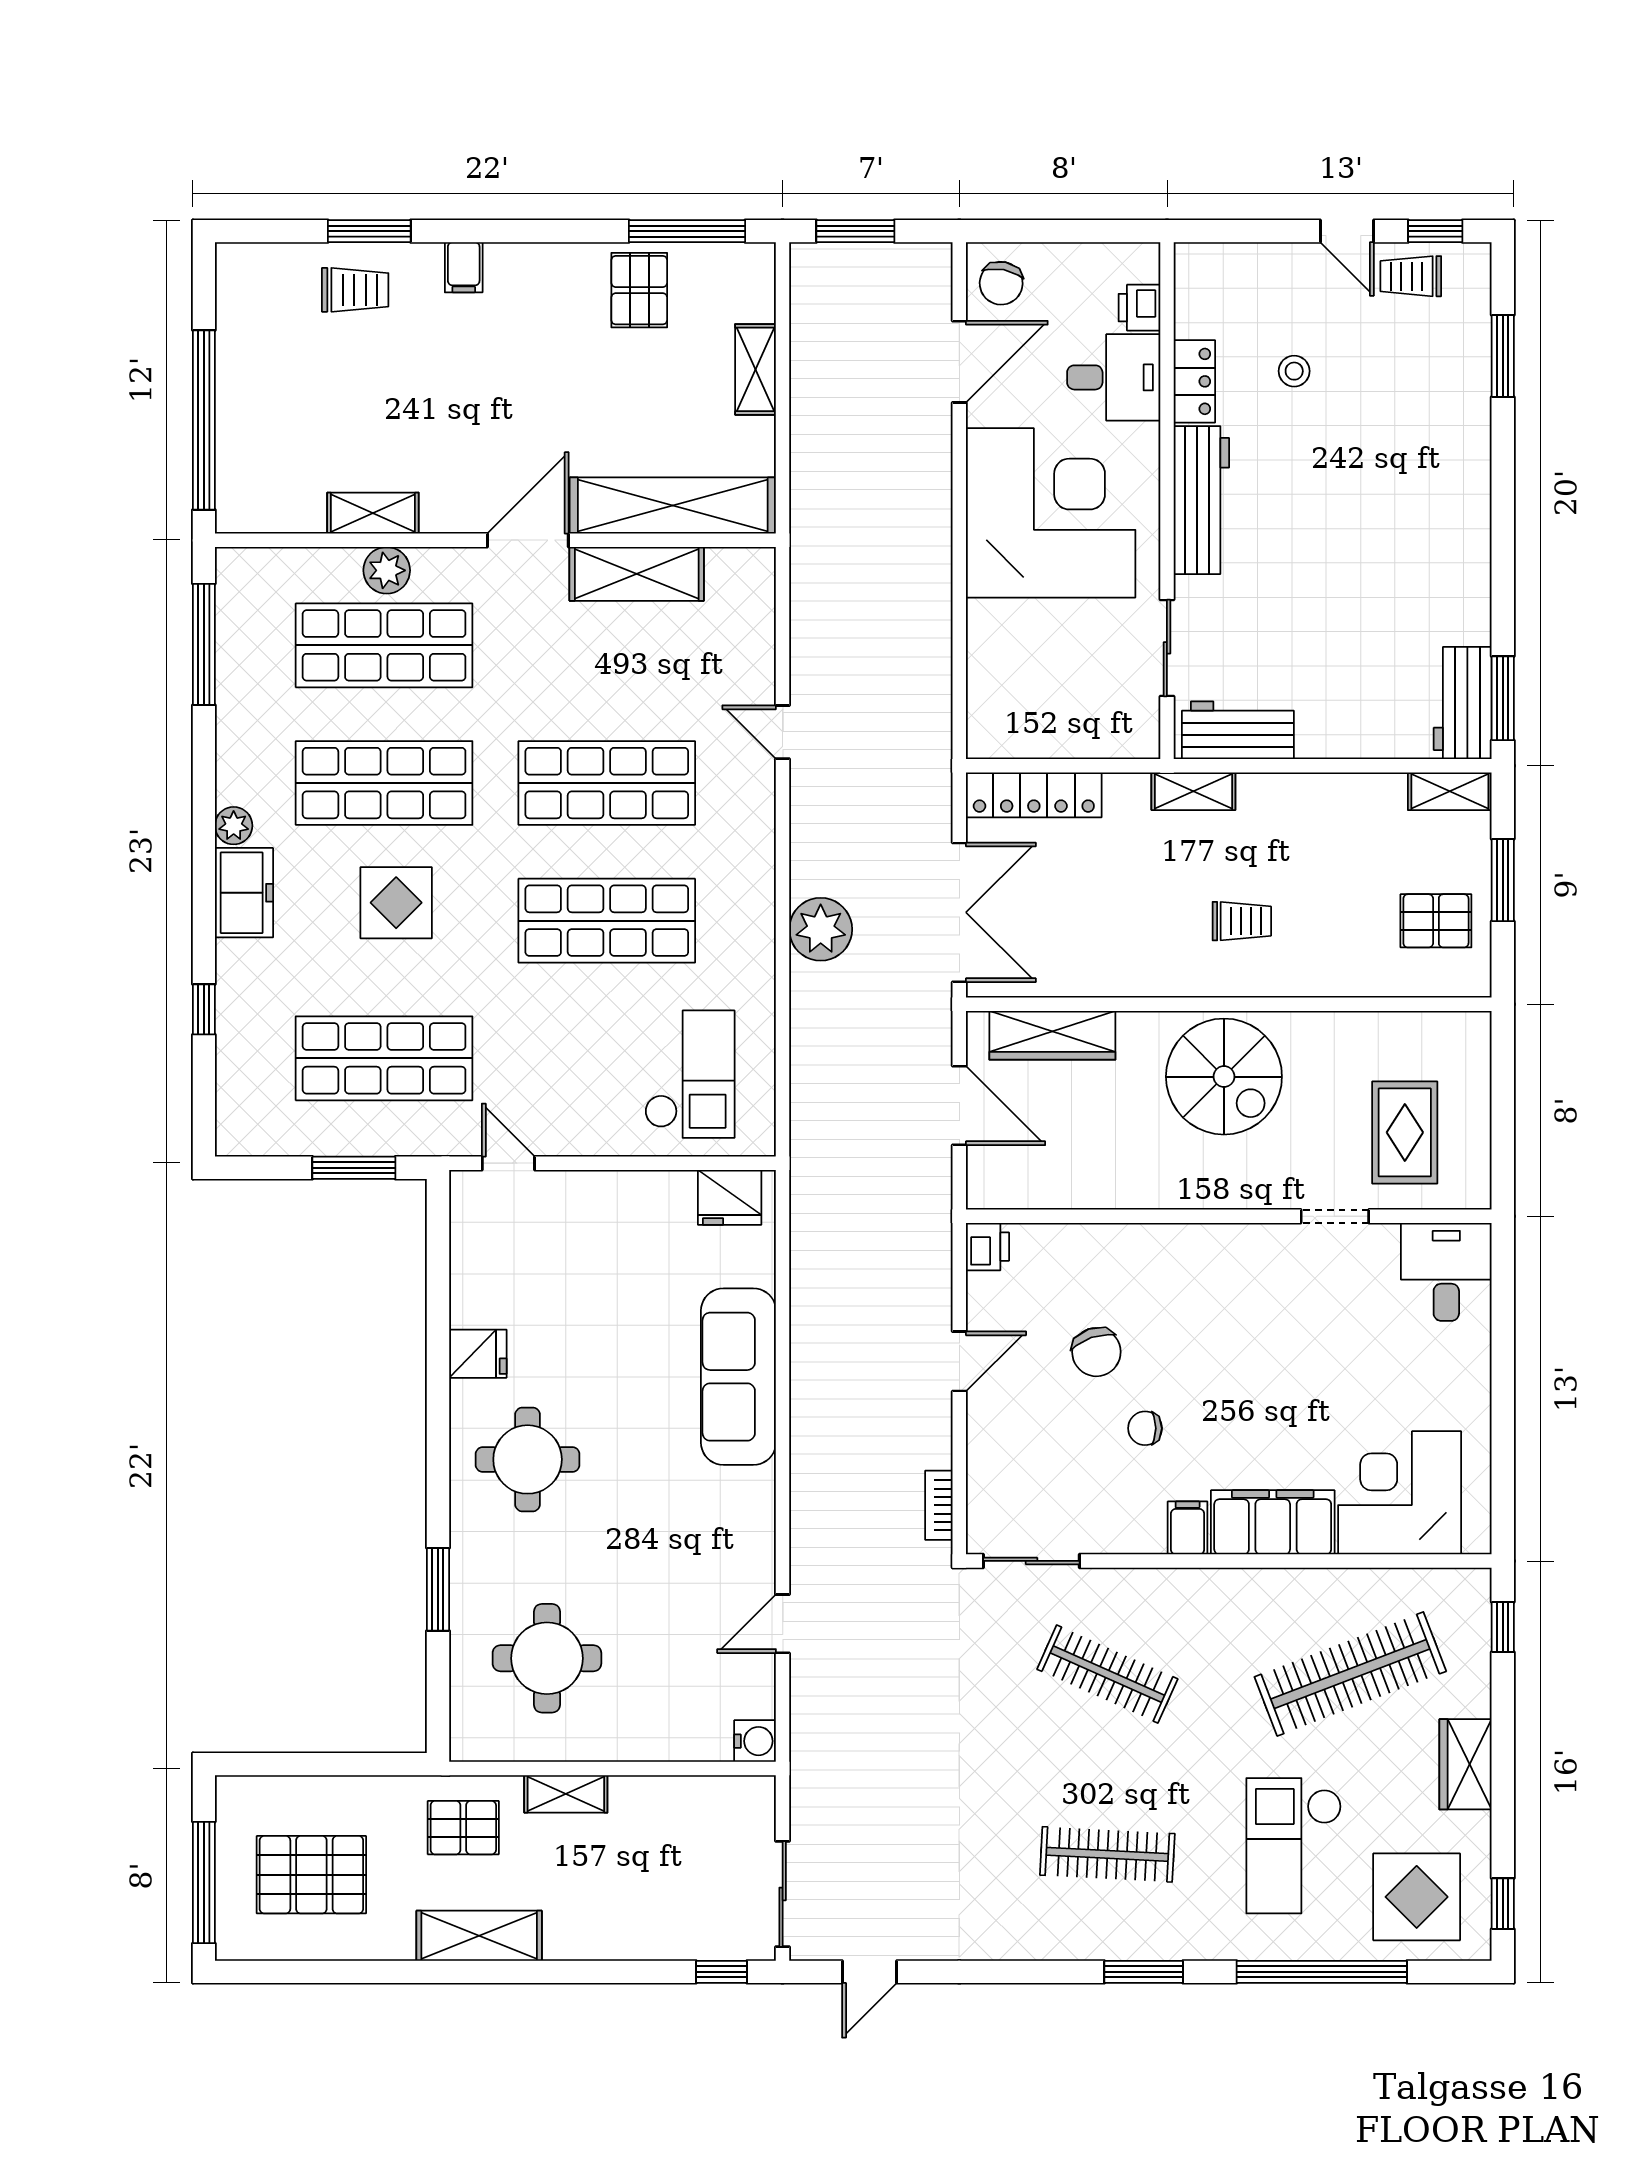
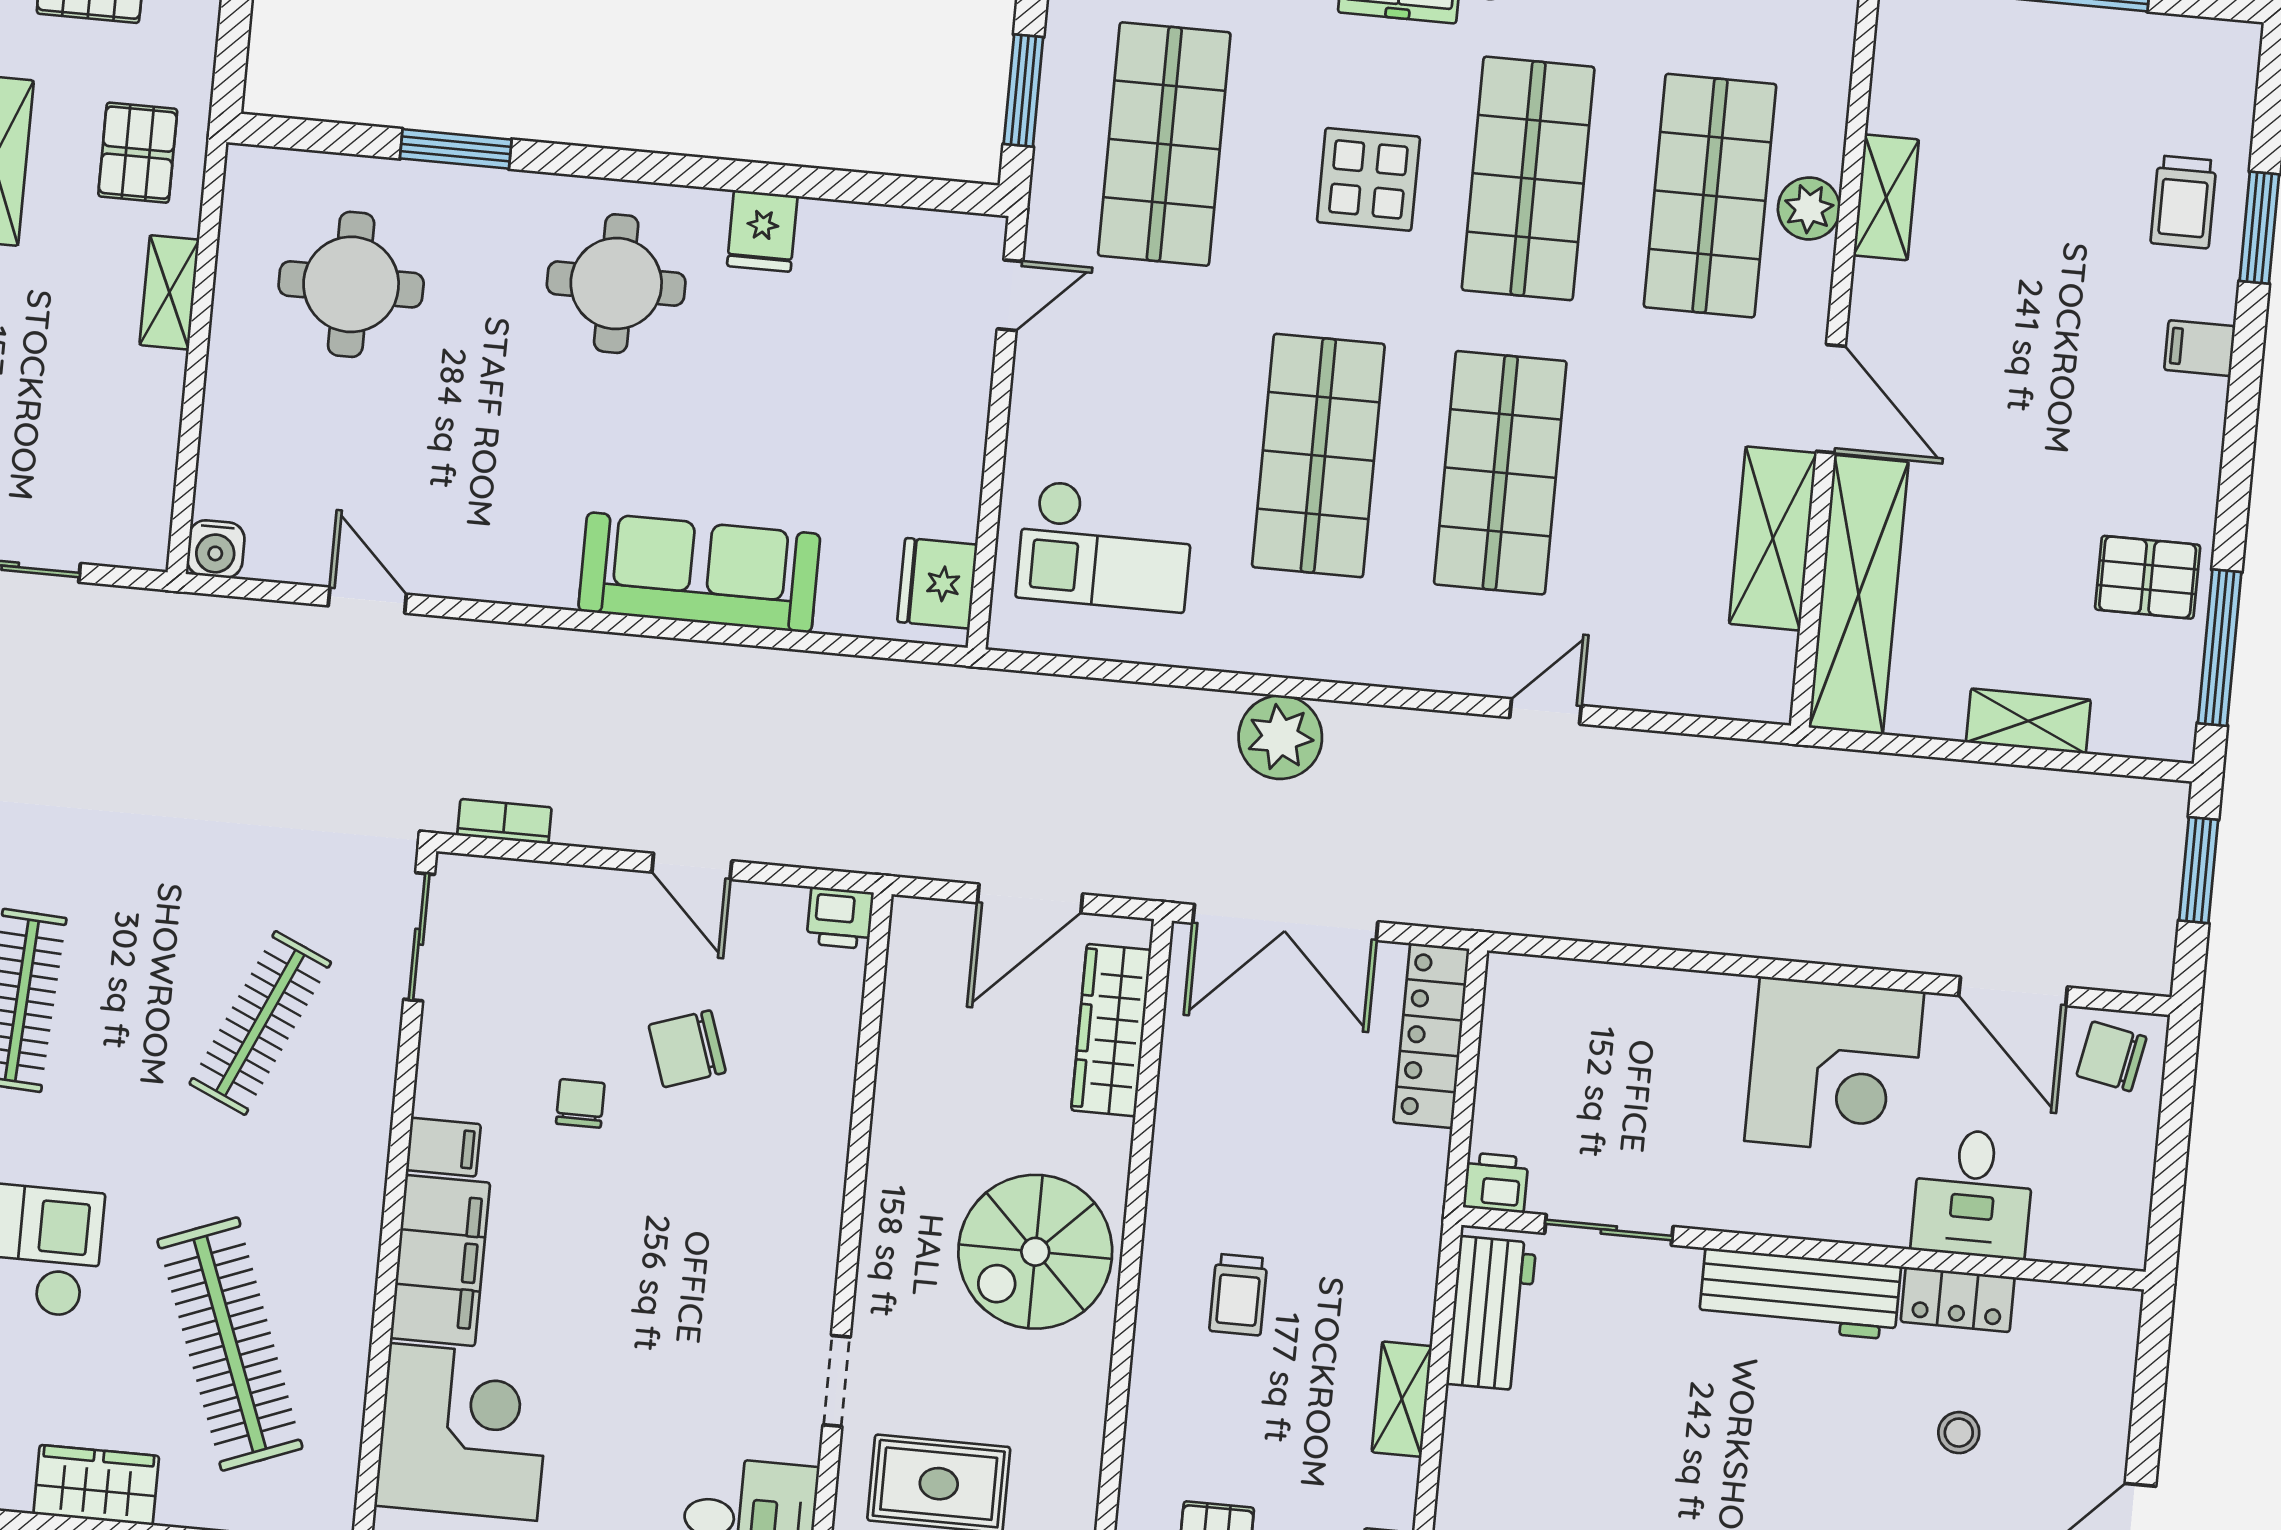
printer: (1139, 308) -> (1496, 1183), moved
corner desk: (1051, 513) -> (1834, 1066), width x0.74, depth x0.74
shelving: (1193, 791) -> (1402, 1399), moved

